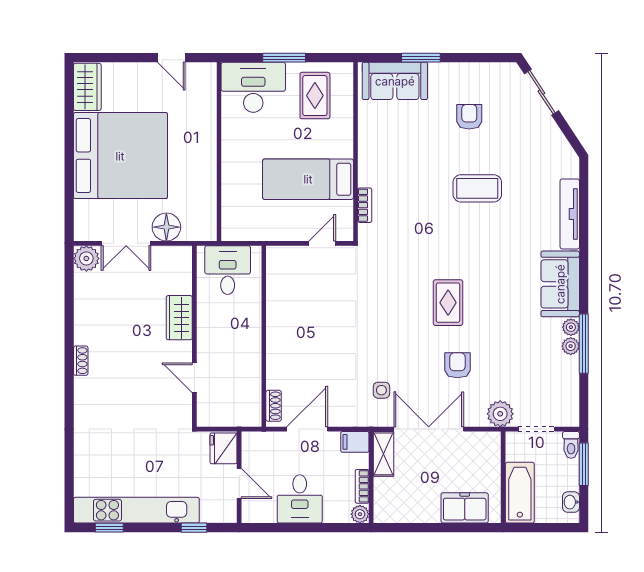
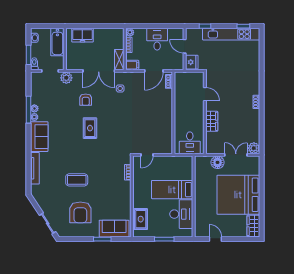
desk: (253, 87) -> (181, 214), moved, turned -90
rug: (315, 96) -> (141, 219), moved
armchair: (469, 117) -> (80, 212), width x1.88, depth x1.88
bed: (308, 179) -> (172, 190), moved, turned 180

